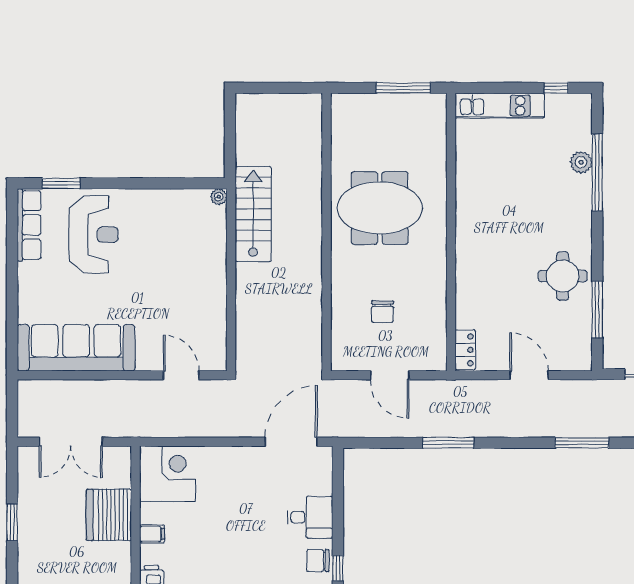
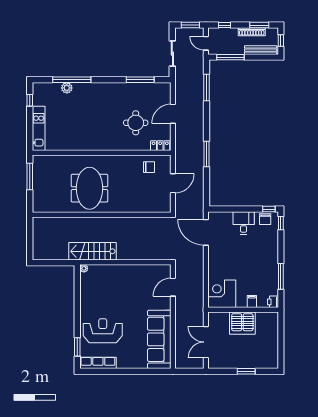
round table: (563, 276) -> (136, 123), moved
chair: (382, 312) -> (149, 167), moved
double door: (71, 442) -> (206, 342), swing flipped

